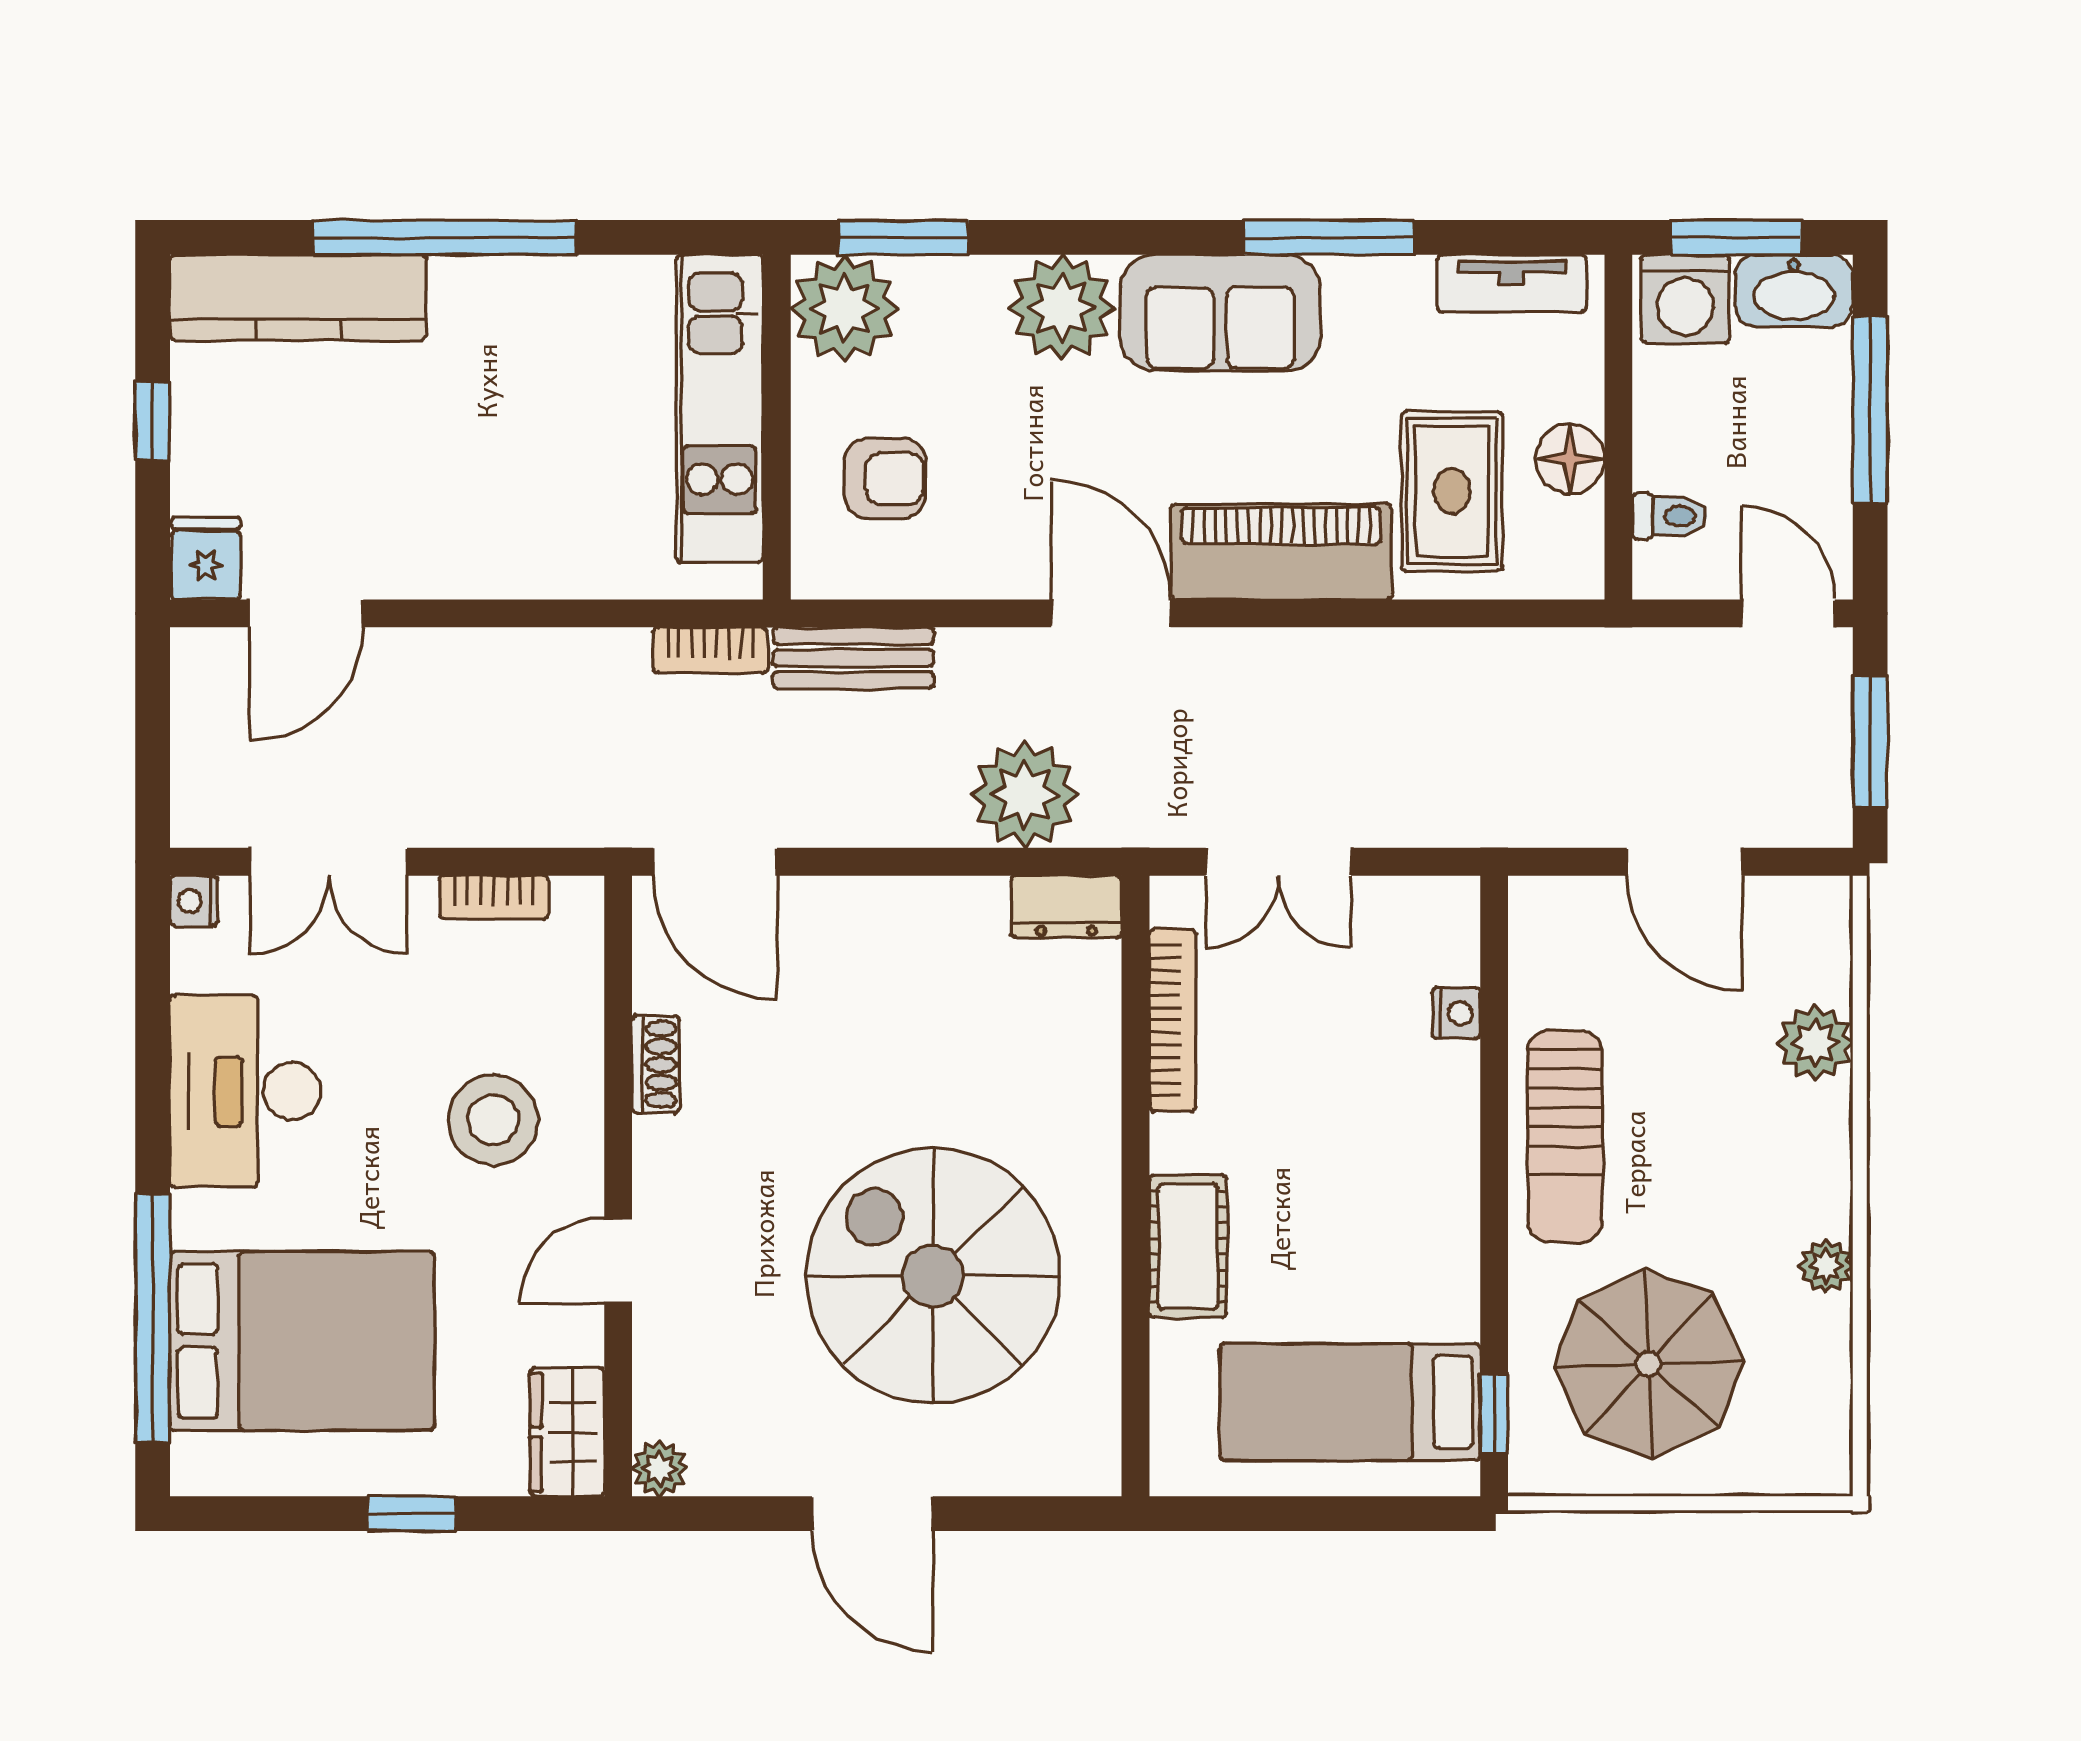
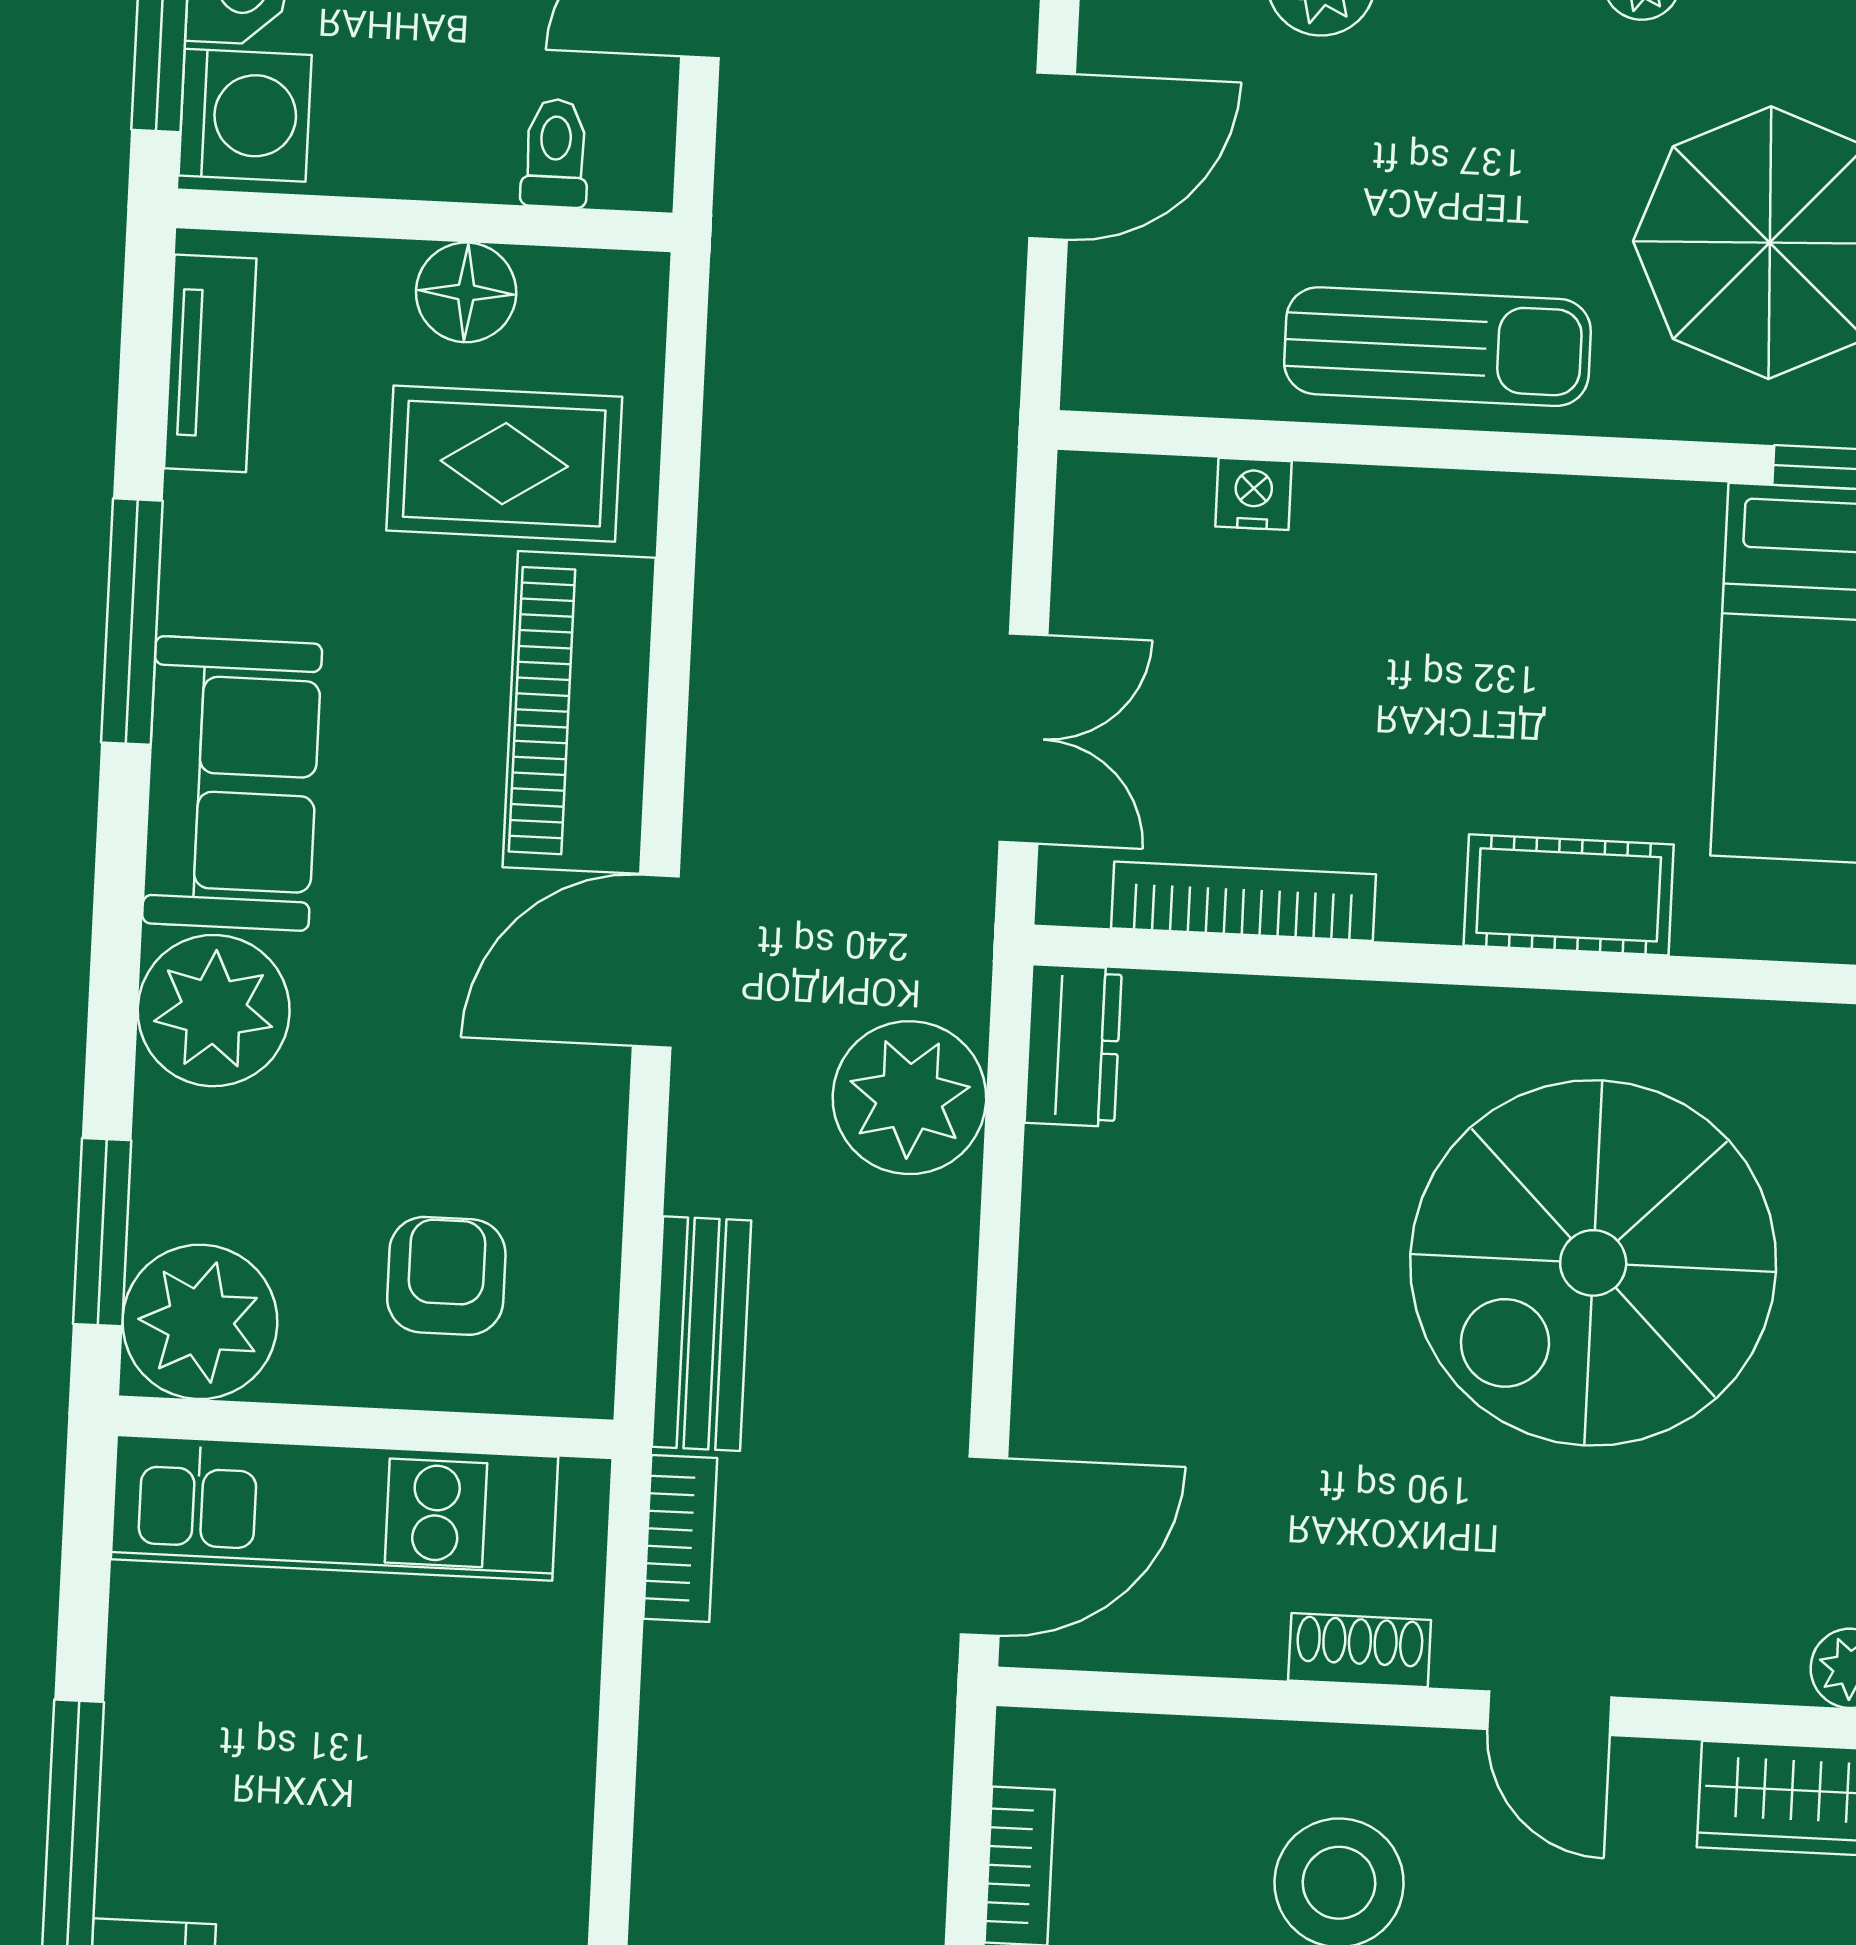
shoe rack: (656, 1064) -> (1360, 1650), moved

